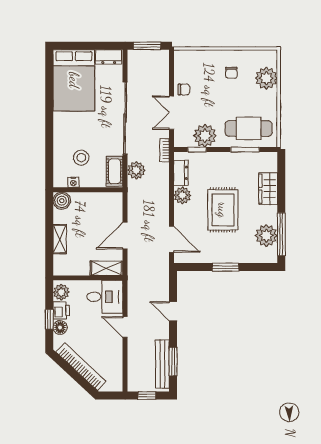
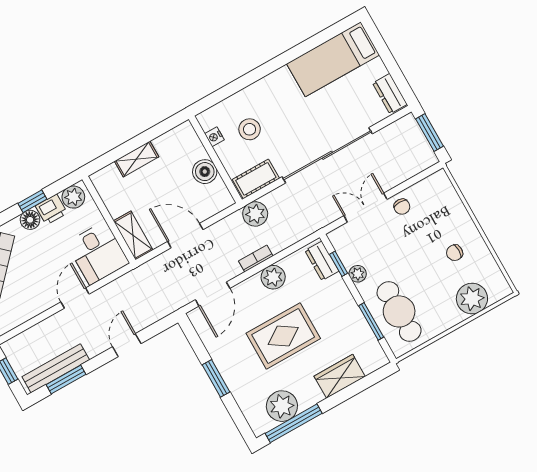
bed: (74, 80) -> (333, 59), width x0.67
plant: (205, 136) -> (358, 274), width x0.53, depth x0.53
bookcase: (164, 150) -> (256, 258), moved
plant: (136, 170) -> (255, 214), moved
dresser: (181, 173) -> (322, 261), moved, turned 90
boiler: (62, 201) -> (205, 172), moved

